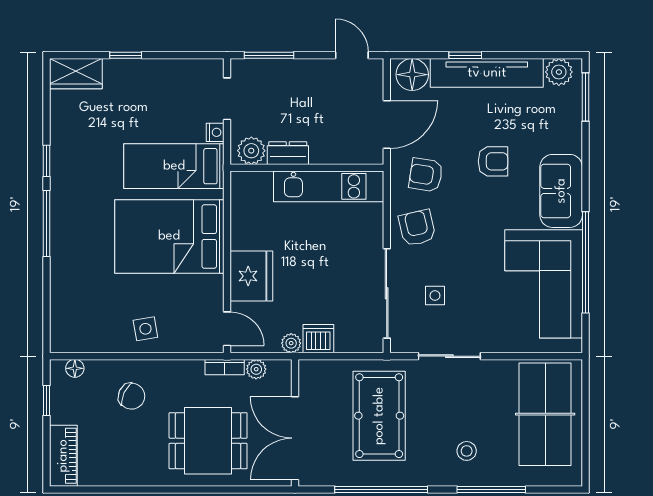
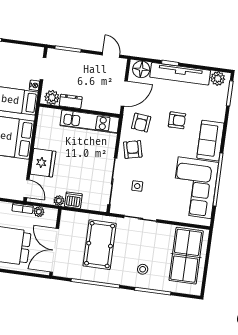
armchair: (426, 175) -> (141, 123), turned -93

